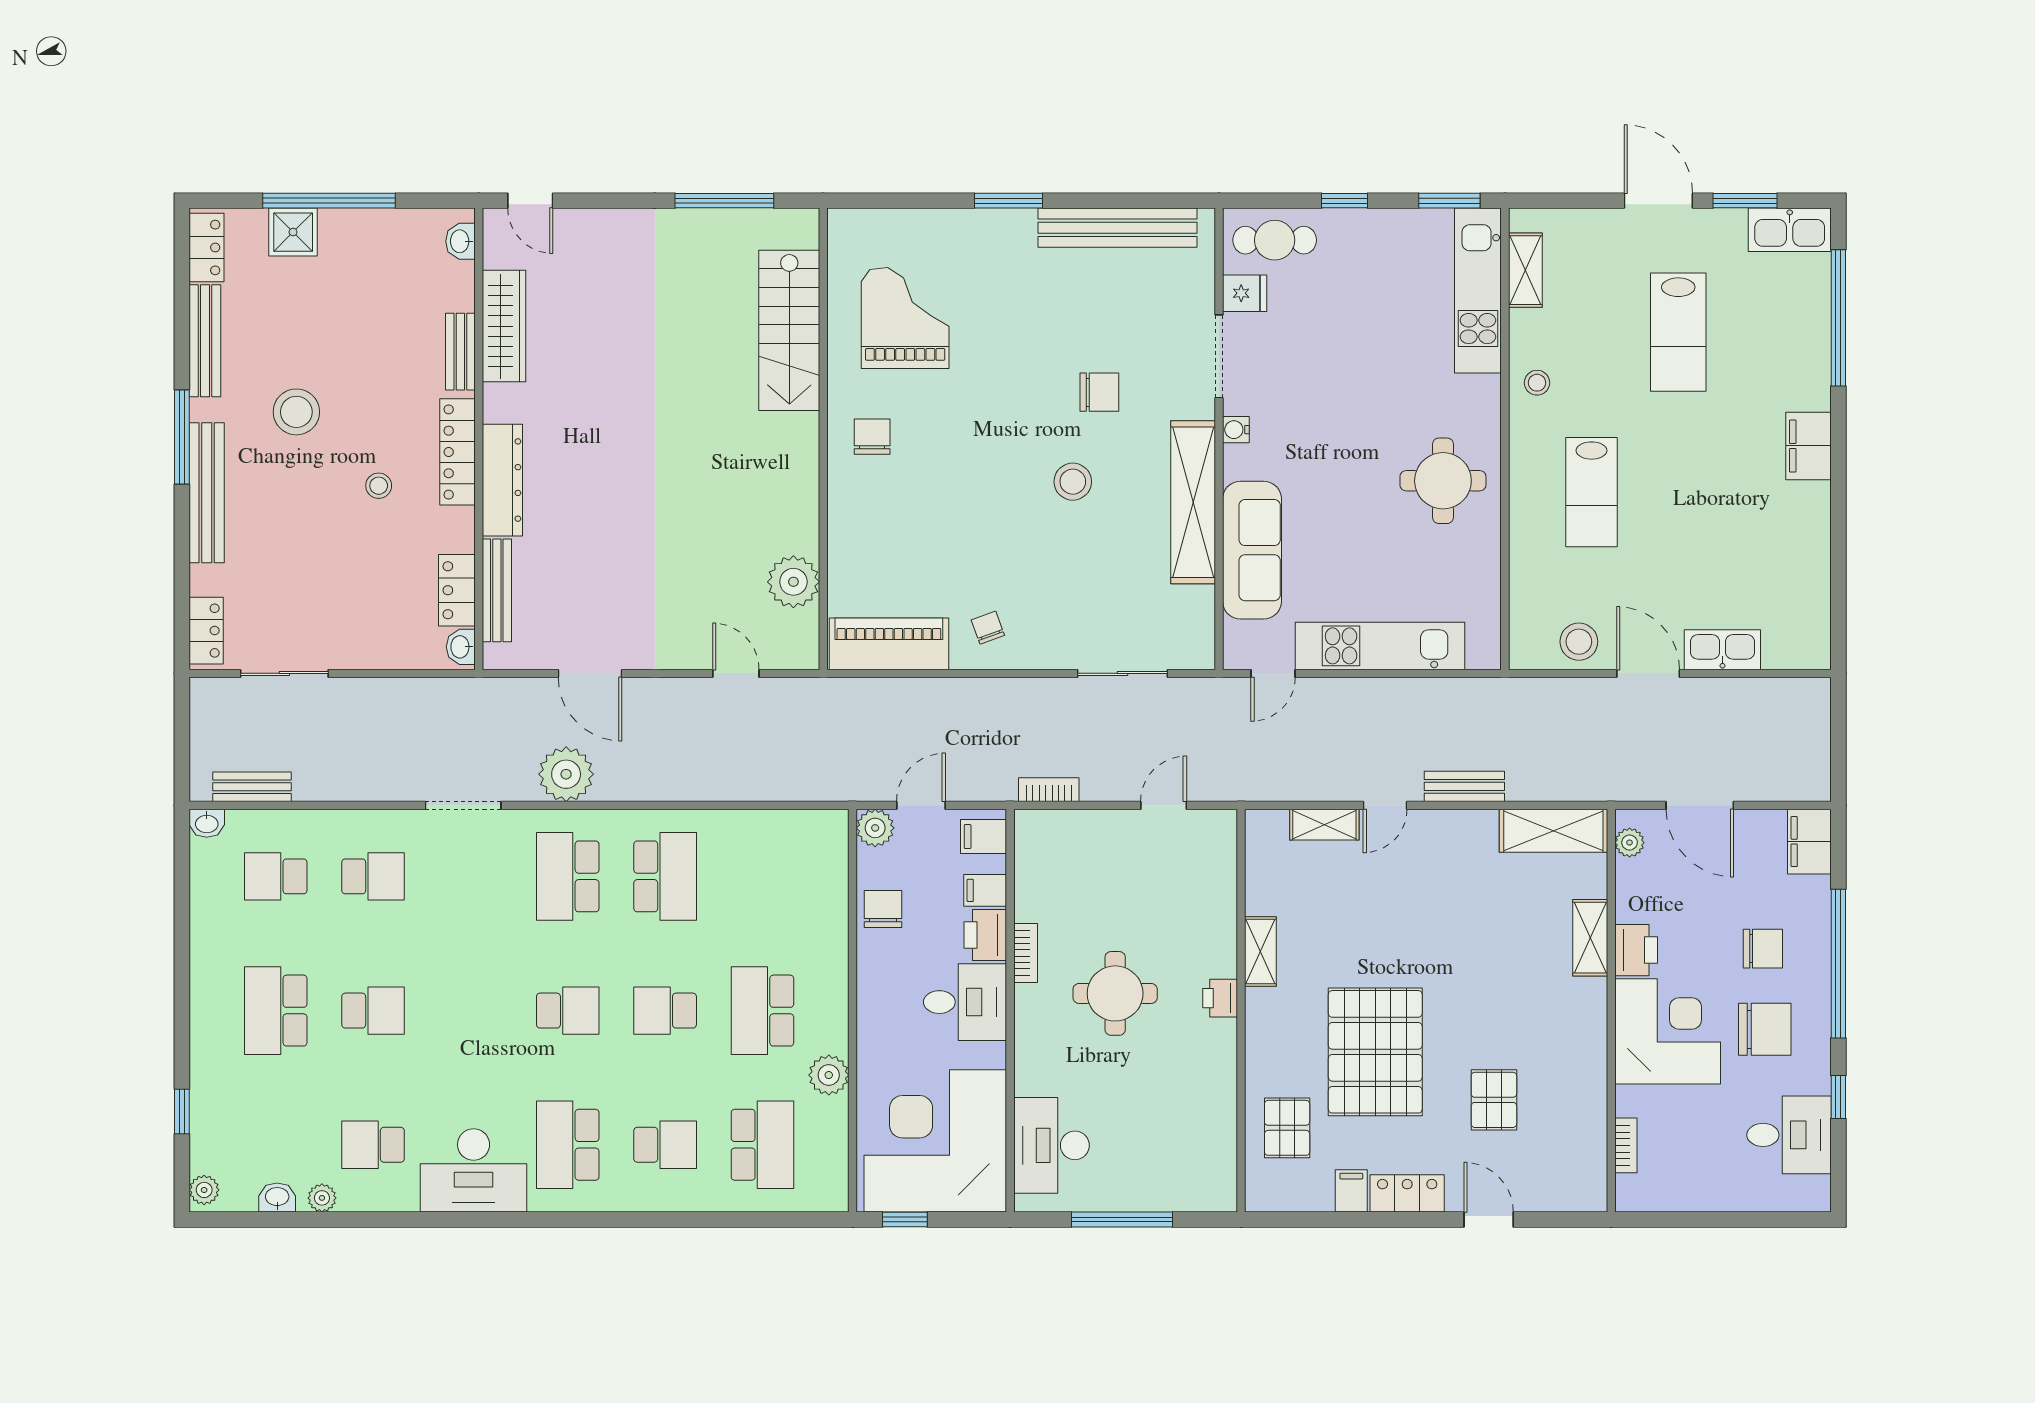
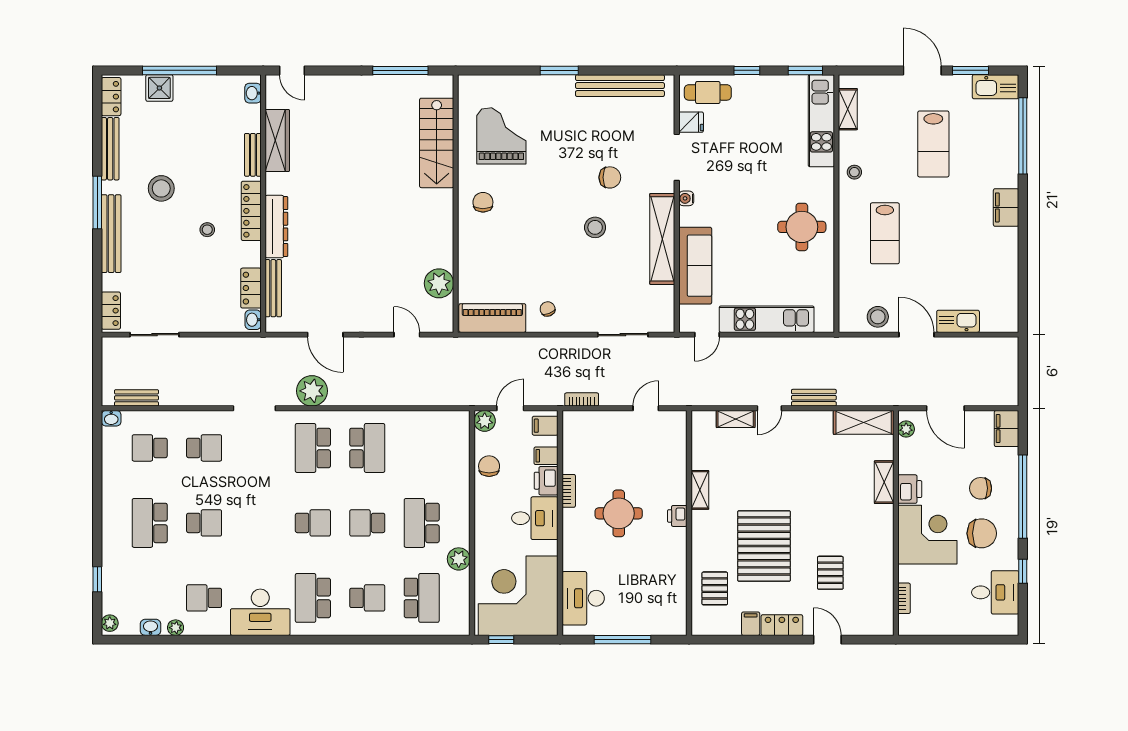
chair: (1763, 949) -> (981, 488), turned 180

